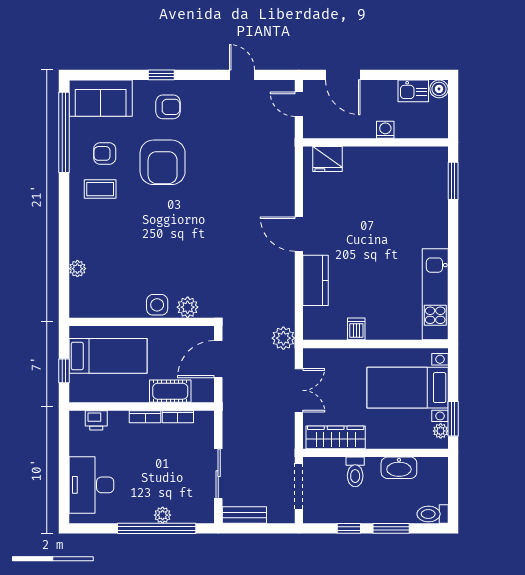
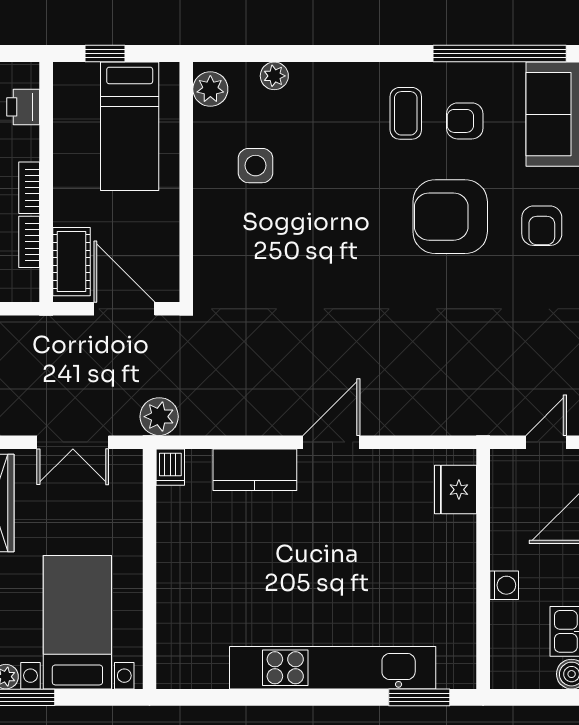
armchair: (105, 153) -> (465, 121), turned -90
kitchen unit: (435, 294) -> (333, 668), moved, width x1.36
side table: (157, 305) -> (256, 166), moved
plant: (188, 307) -> (210, 89), moved
dishwasher: (356, 329) -> (170, 467), moved, turned 90
cot: (170, 391) -> (71, 262), moved

